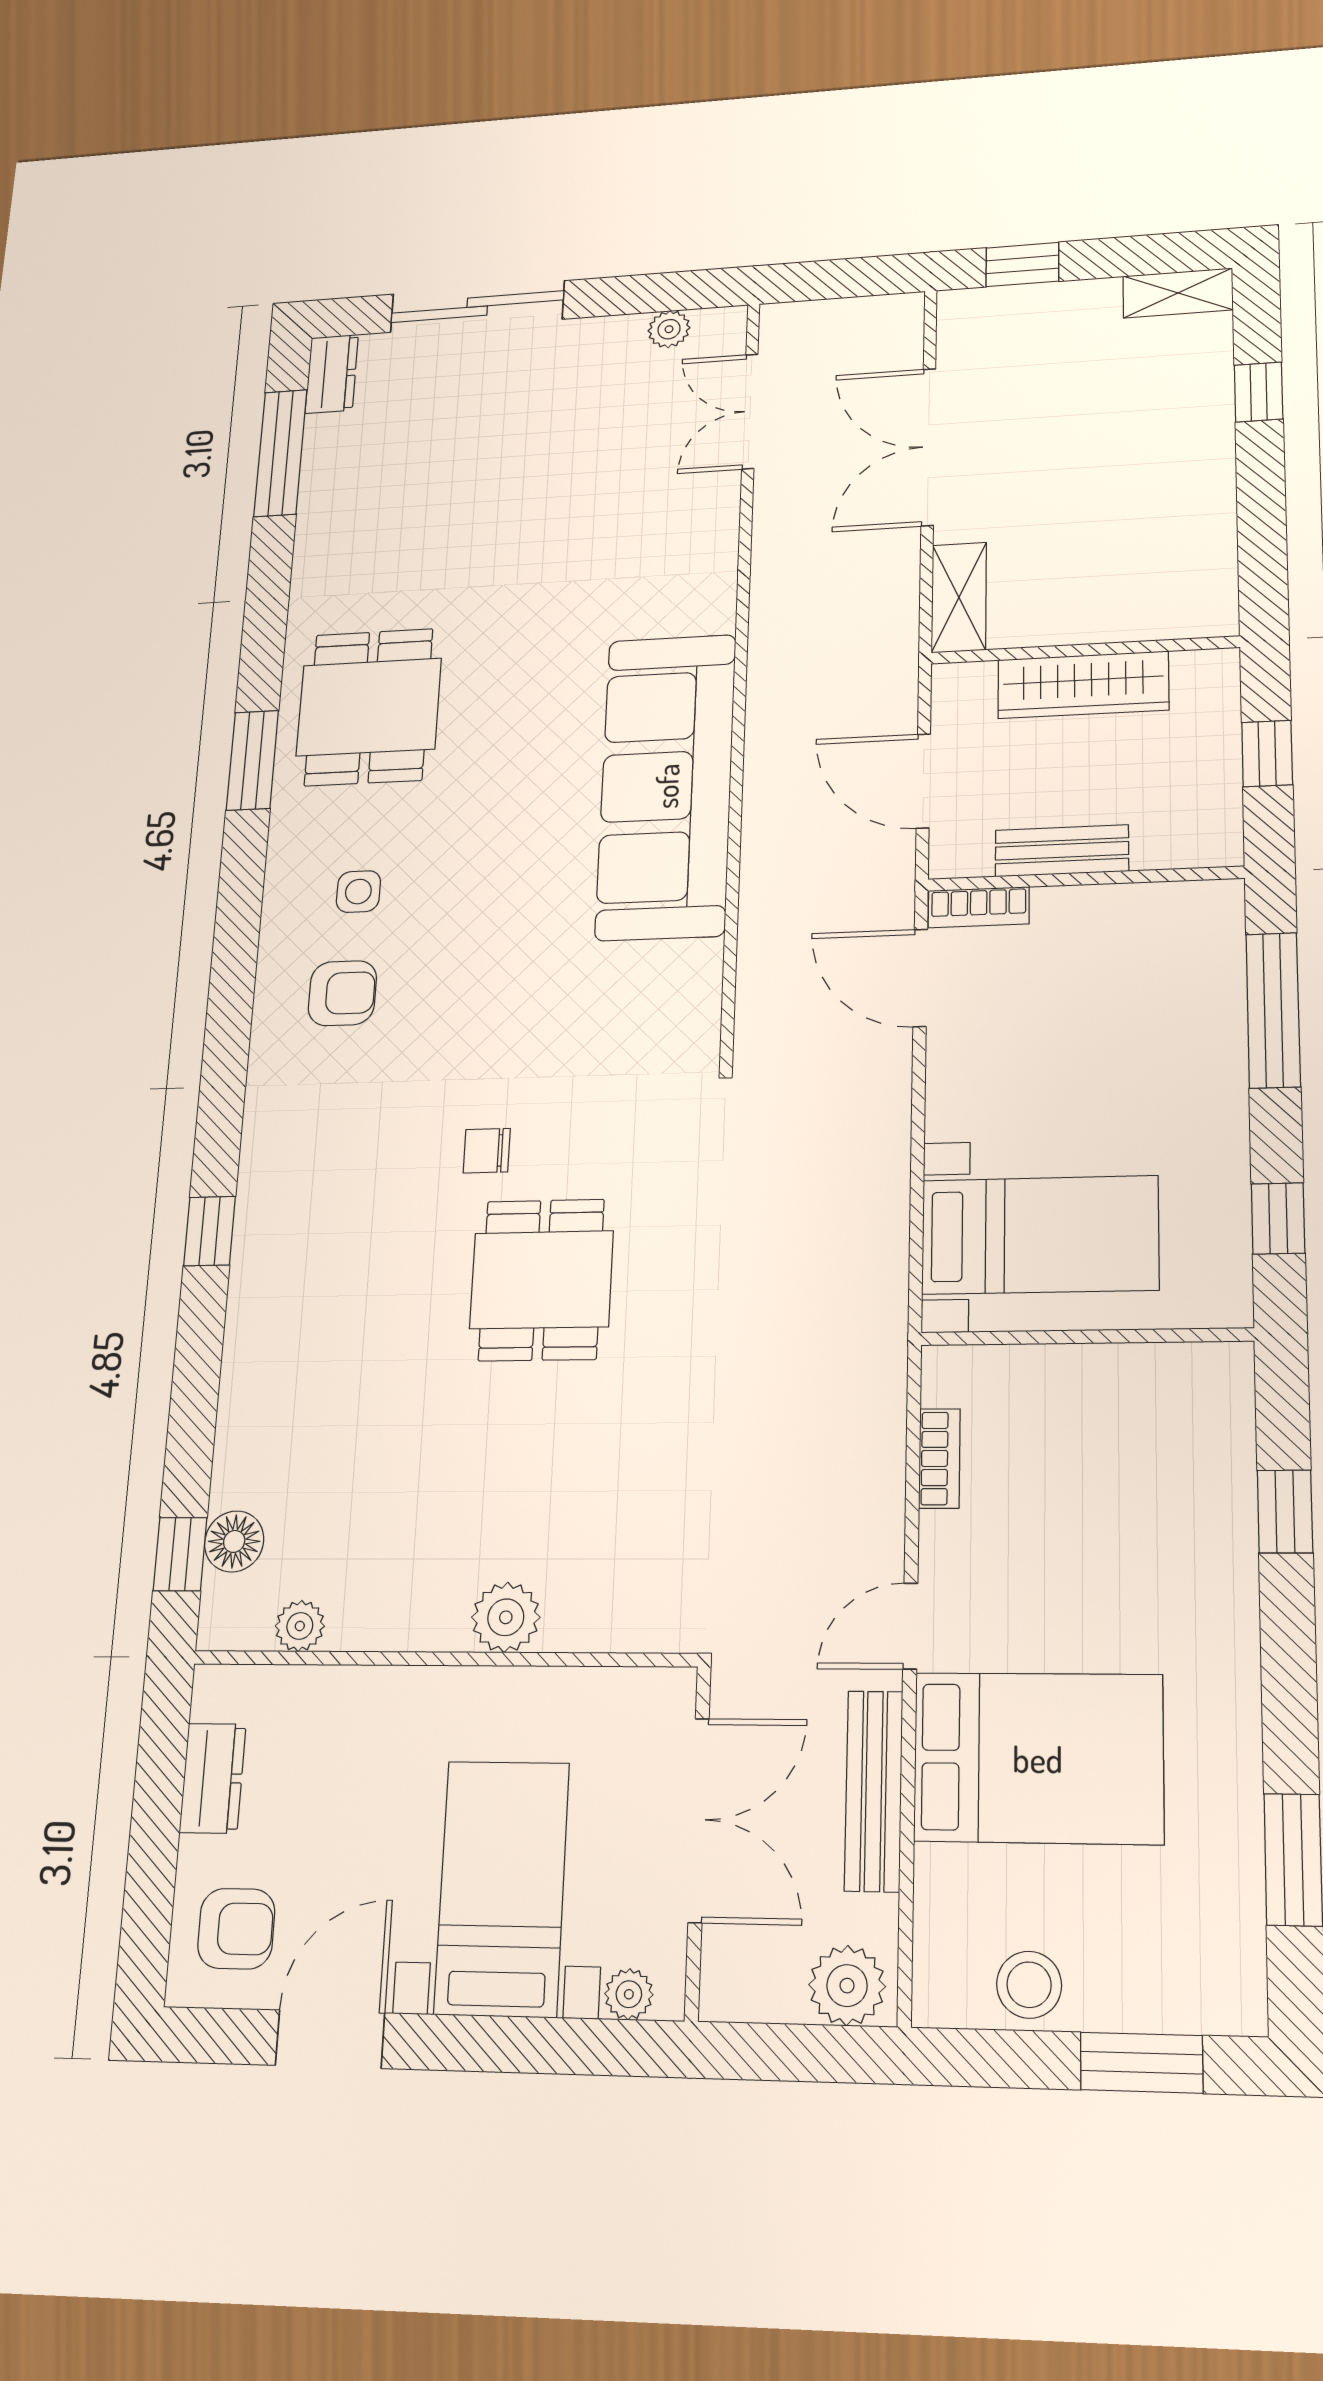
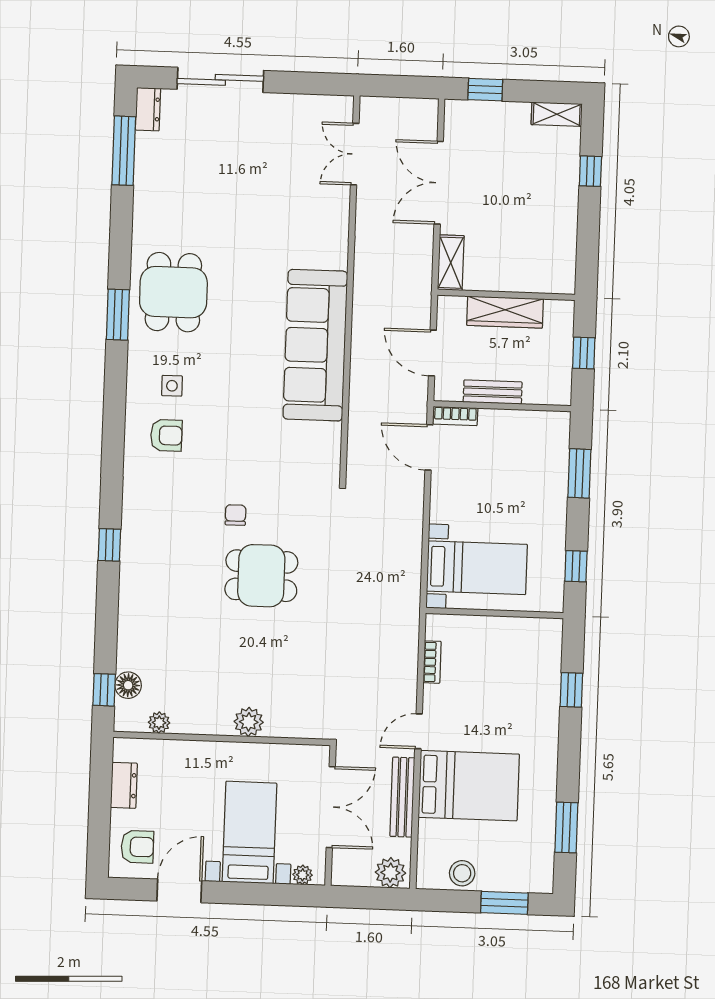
plant: (669, 329) -> (316, 104), removed
window: (1273, 1010) -> (579, 473), width x0.69
chair: (487, 1151) -> (236, 515), turned 90
dining table: (541, 1280) -> (261, 576), turned 90

